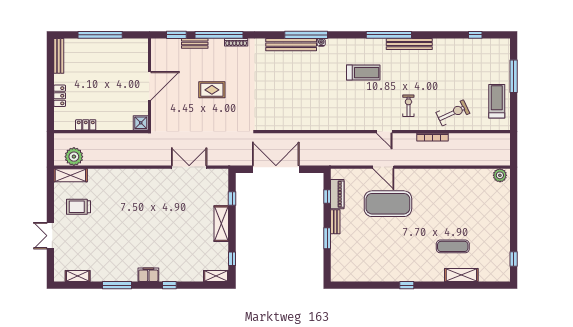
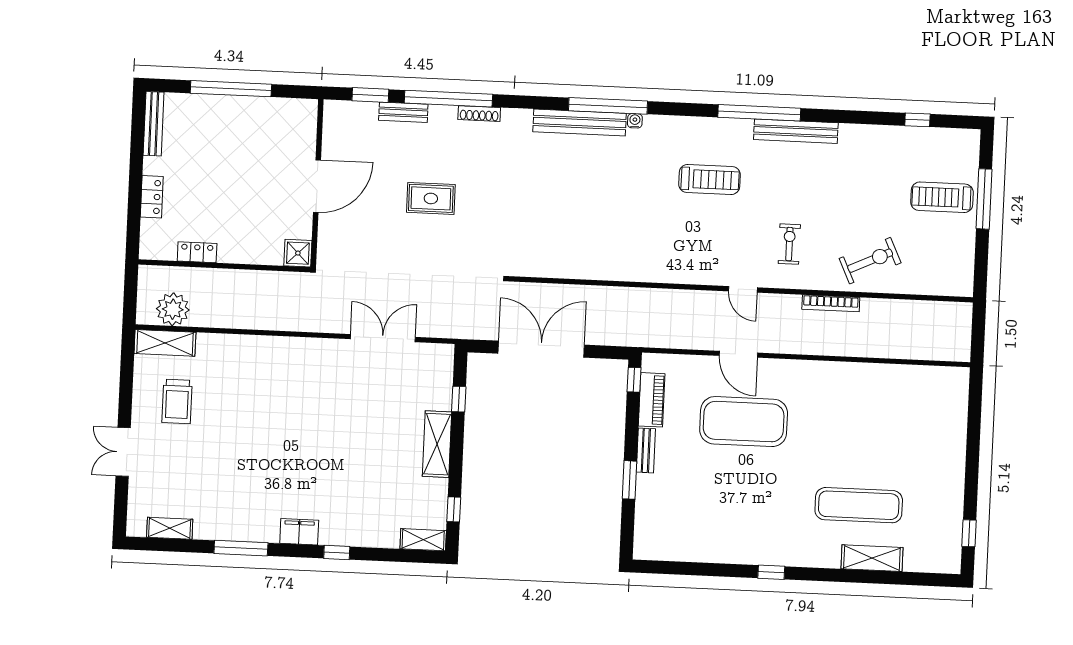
treadmill: (497, 101) -> (942, 197), moved, turned -90
plant: (500, 175) -> (951, 379), removed
window: (327, 196) -> (634, 380), moved
trolley: (78, 207) -> (177, 401), turned -90
exercise mat: (453, 246) -> (859, 505), width x1.36, depth x1.45

